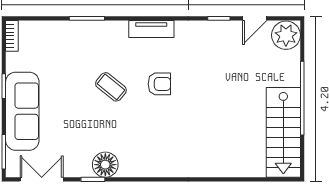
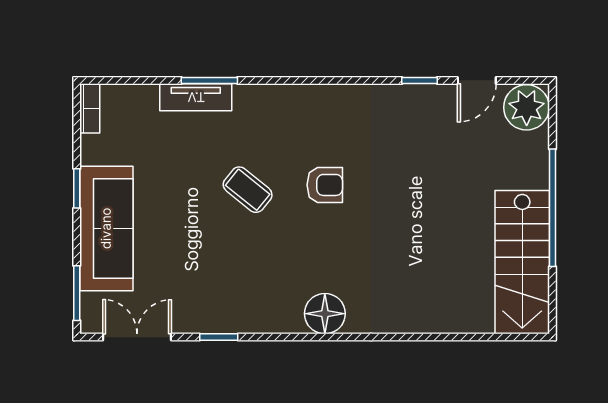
tv unit: (151, 29) -> (196, 97), moved
floor lamp: (105, 165) -> (325, 314), moved

